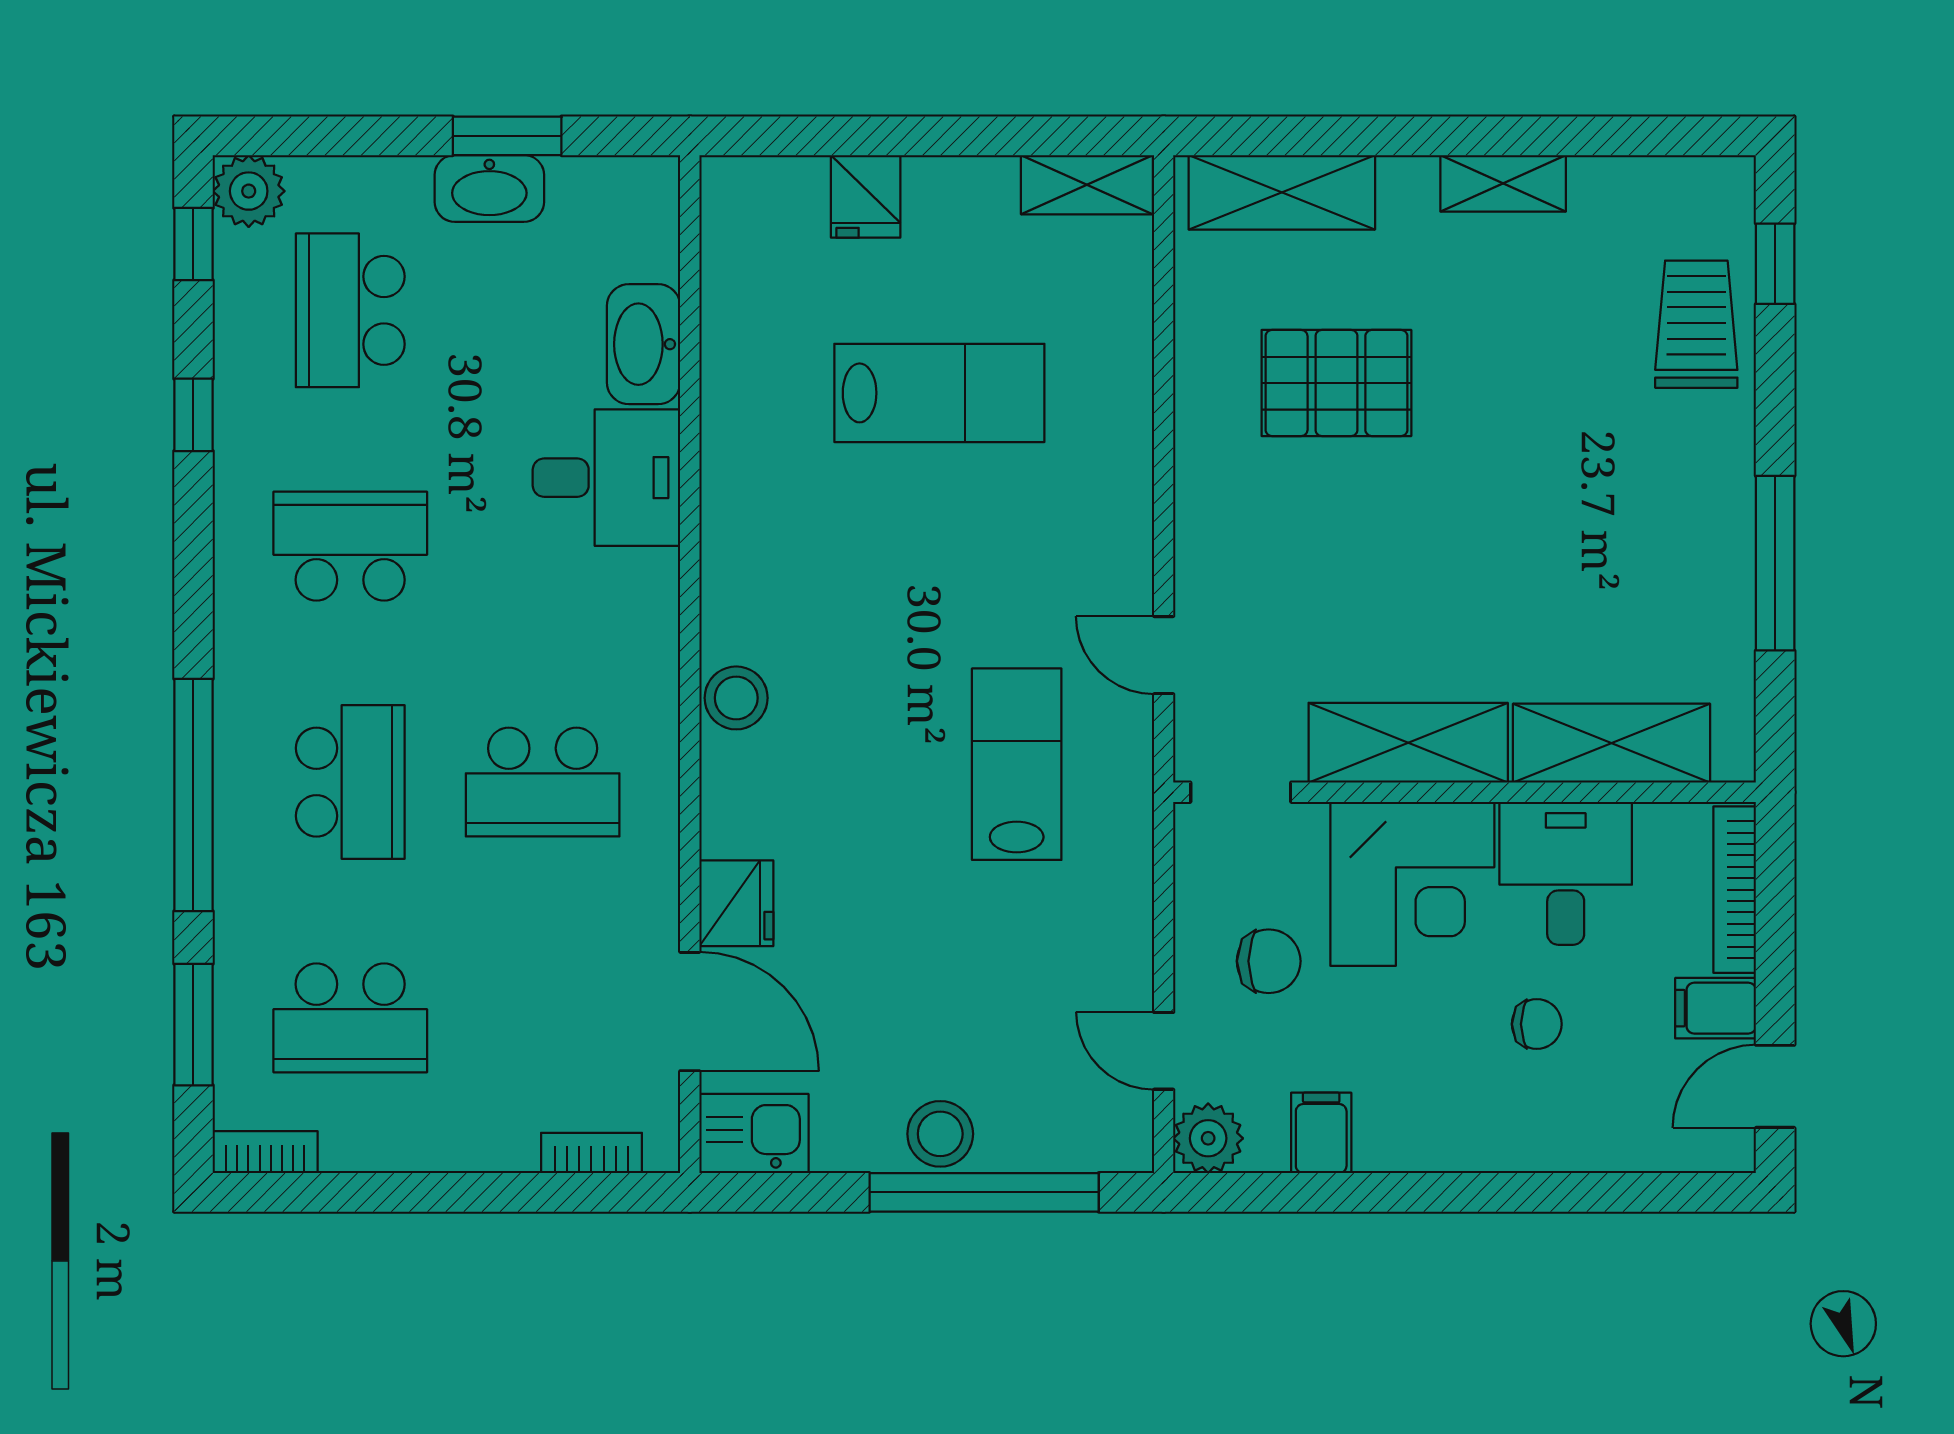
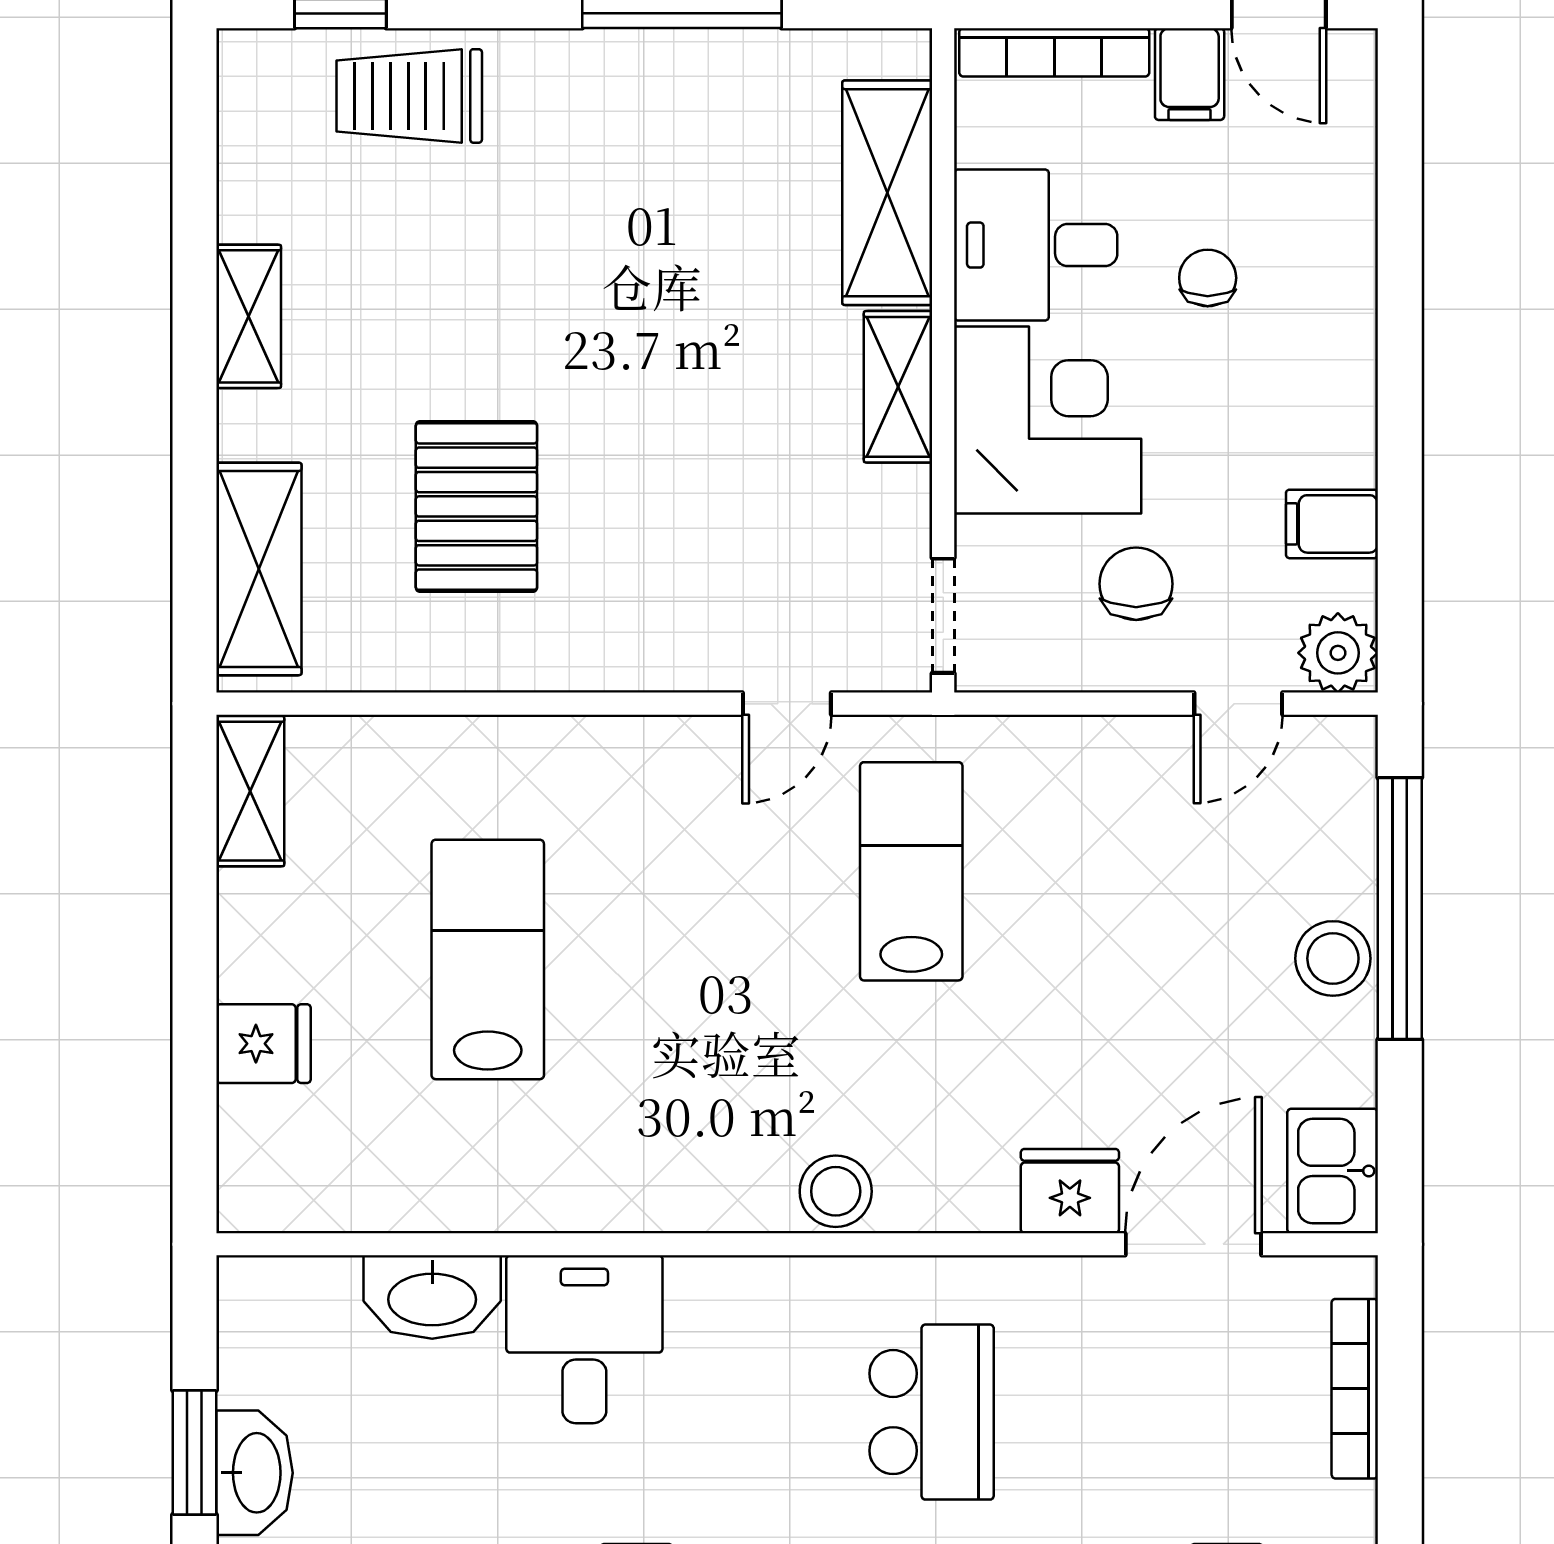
shelving: (1408, 743) -> (898, 387), width x0.67, depth x0.75
lab bench: (1017, 764) -> (911, 871), turned 90
bookcase: (591, 1153) -> (1355, 1389), width x1.56

